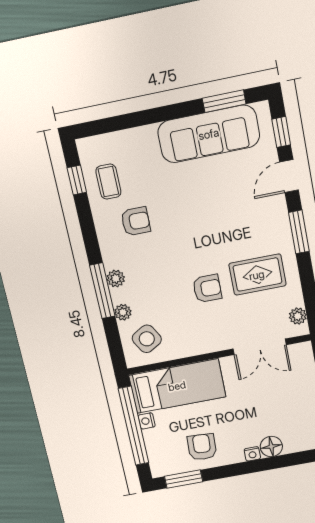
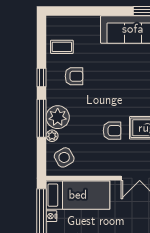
window: (77, 180) -> (41, 78), moved
coffee table: (108, 182) -> (62, 47), turned 90
plant: (116, 278) -> (58, 117), width x1.88, depth x1.88

